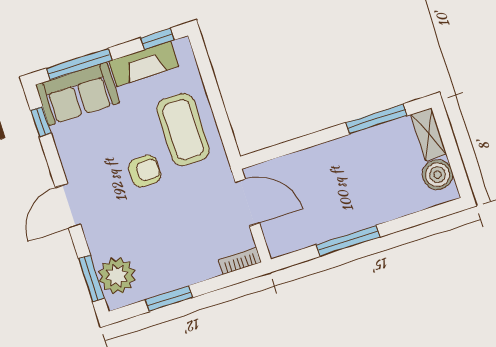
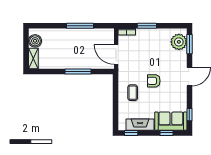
window: (79, 64) -> (166, 133), width x0.46
window: (376, 119) -> (78, 72), moved
coffee table: (183, 130) -> (133, 93), width x0.54, depth x0.58
window: (169, 299) -> (147, 26), moved

